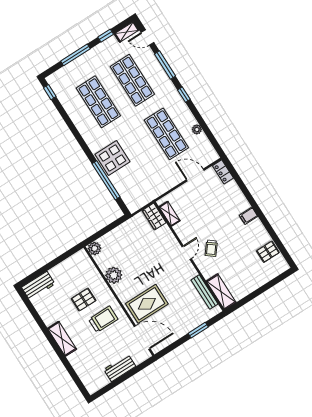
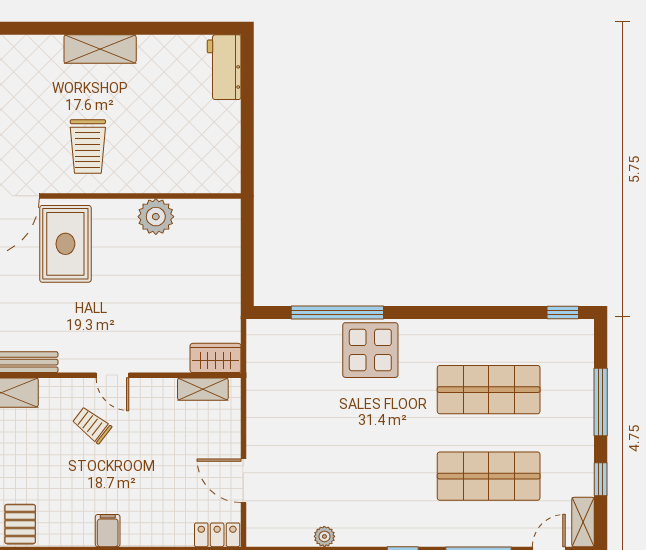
shop shelf: (166, 134) -> (352, 476), removed
door: (195, 175) -> (243, 481), swing flipped
plant: (95, 248) -> (227, 213), removed
pallet: (84, 300) -> (146, 134), removed

